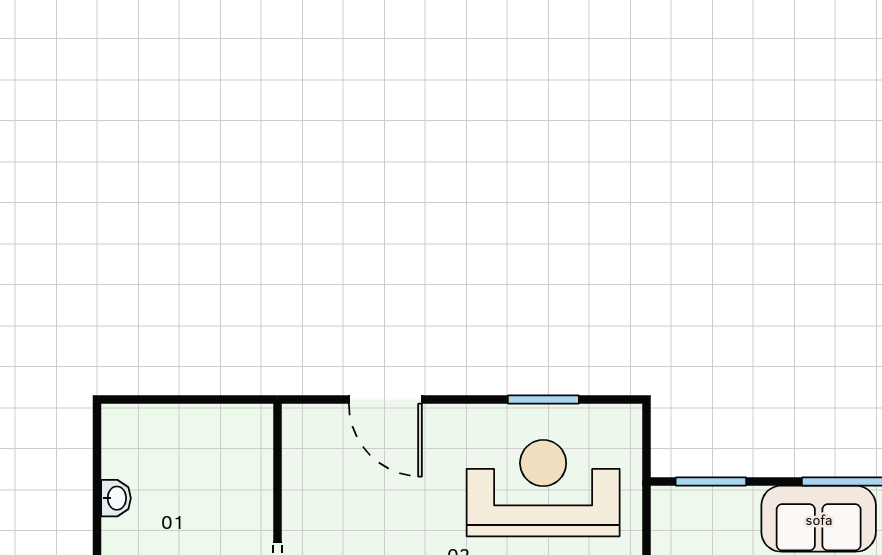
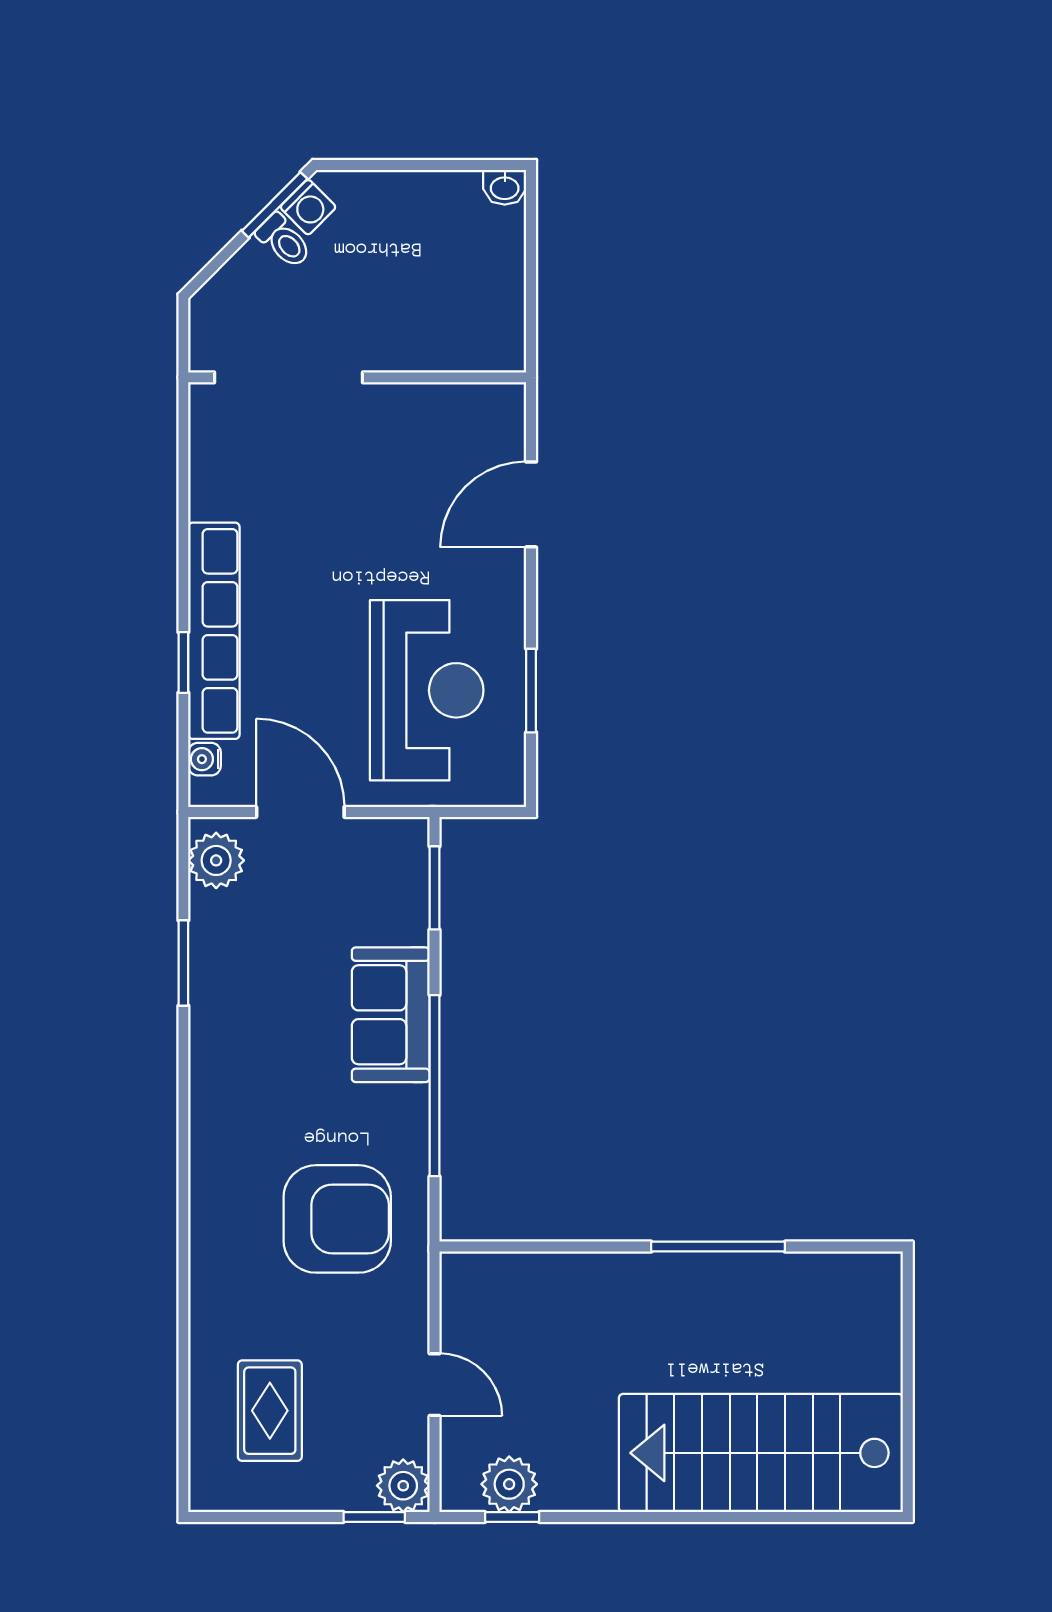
washbasin: (116, 498) -> (505, 187), moved

